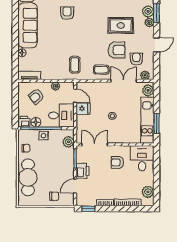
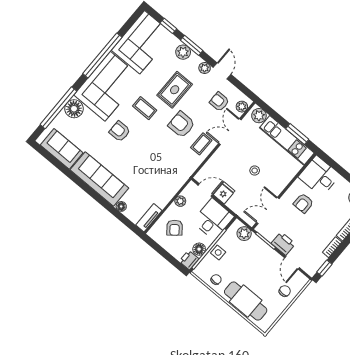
plant: (149, 23) -> (205, 68), moved
armchair: (117, 50) -> (182, 125), moved, turned -90
coffee table: (75, 65) -> (145, 108), moved

